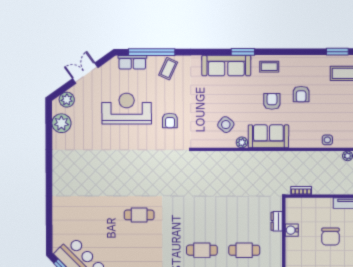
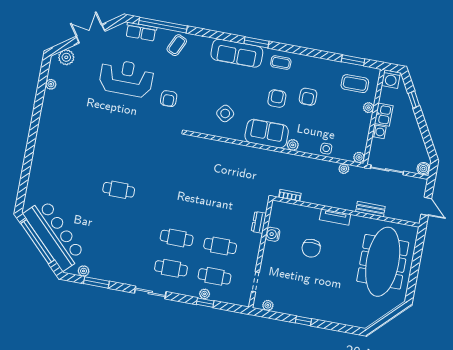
plant: (61, 123) -> (51, 84), width x0.53, depth x0.53
plant: (242, 142) -> (293, 145), moved

